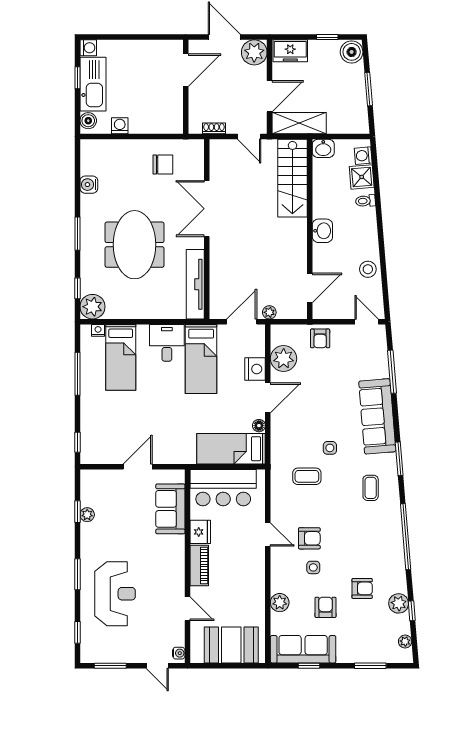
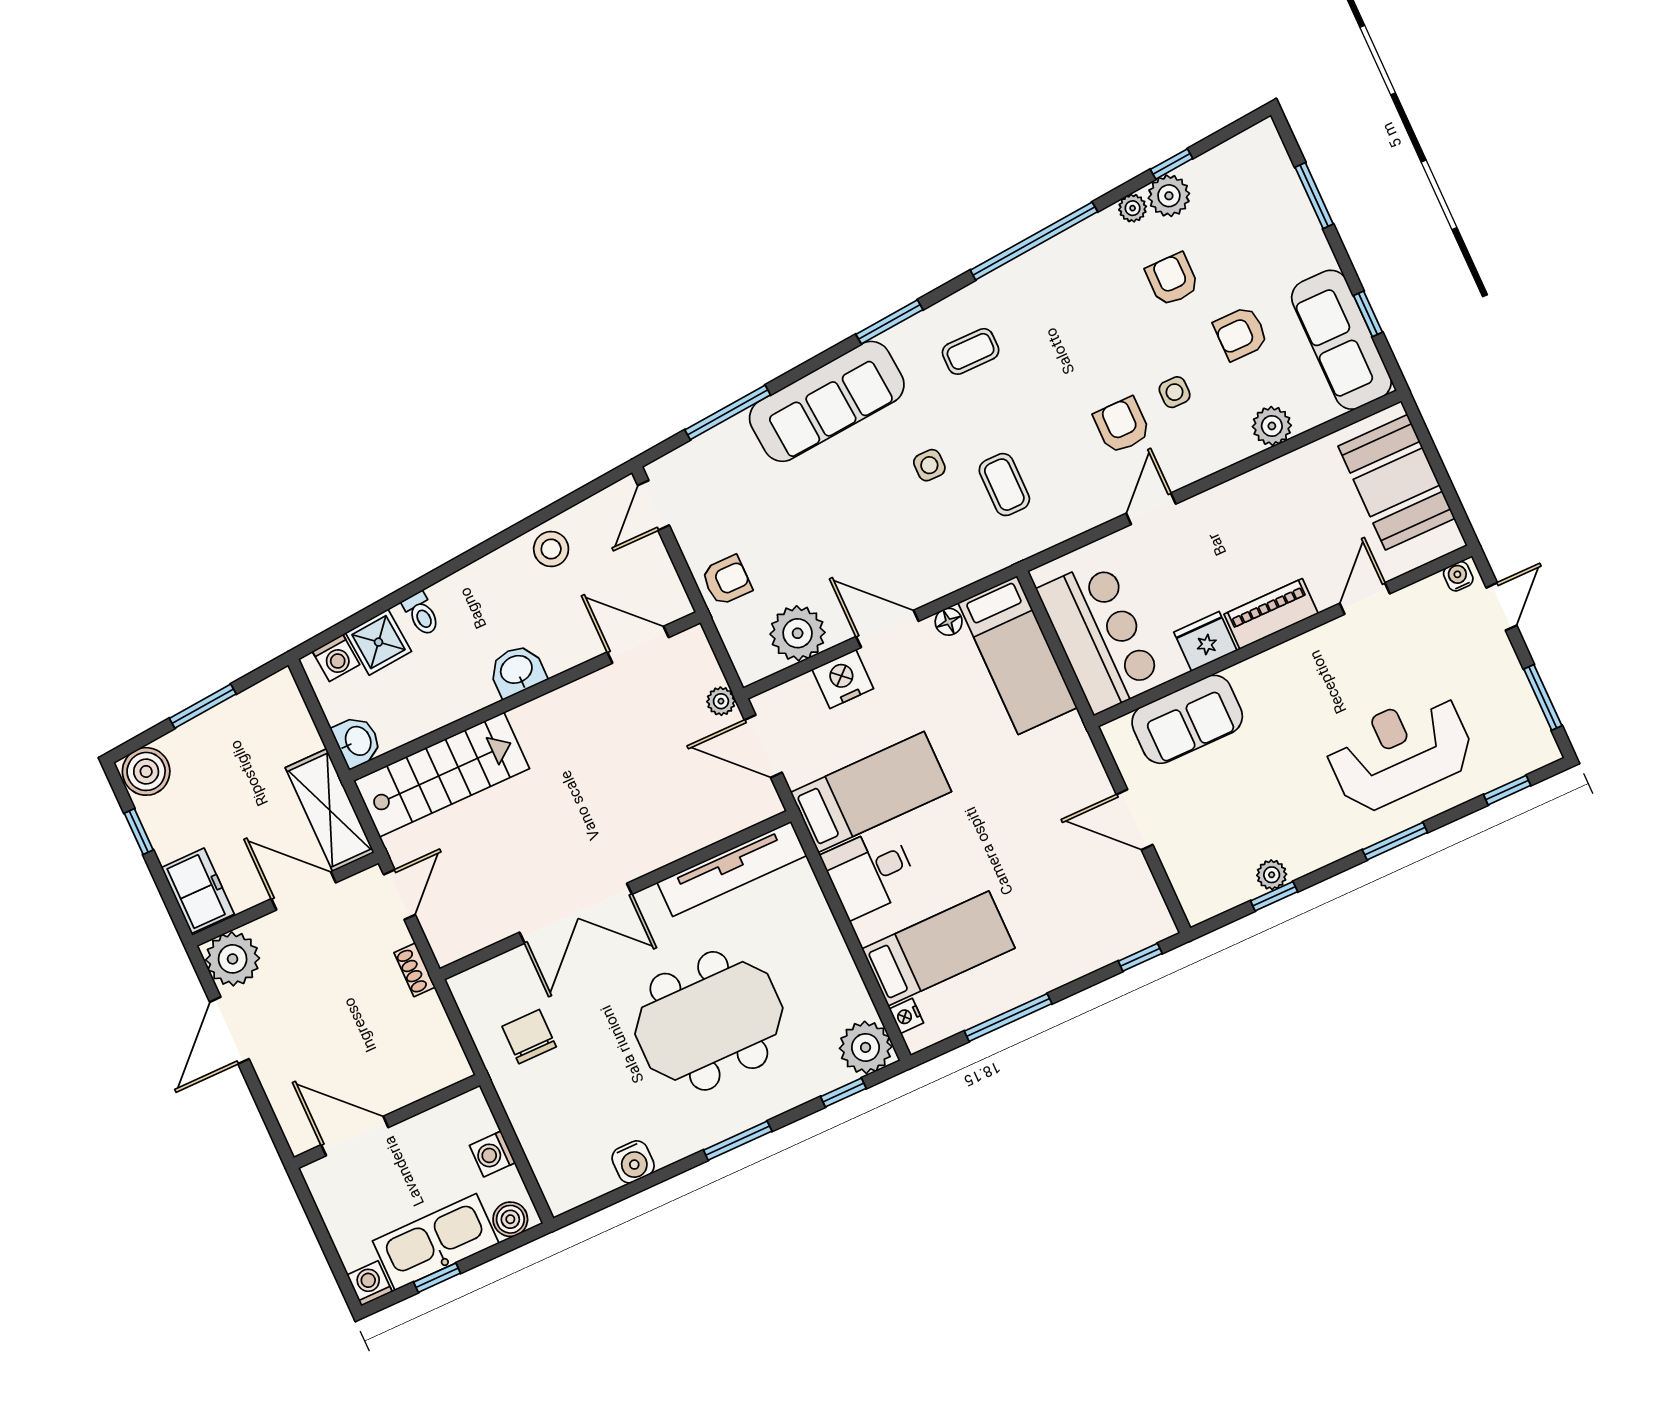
door: (186, 70) -> (355, 1136), moved
wall: (186, 87) -> (387, 1121), moved
plant: (405, 642) -> (1133, 208), moved

